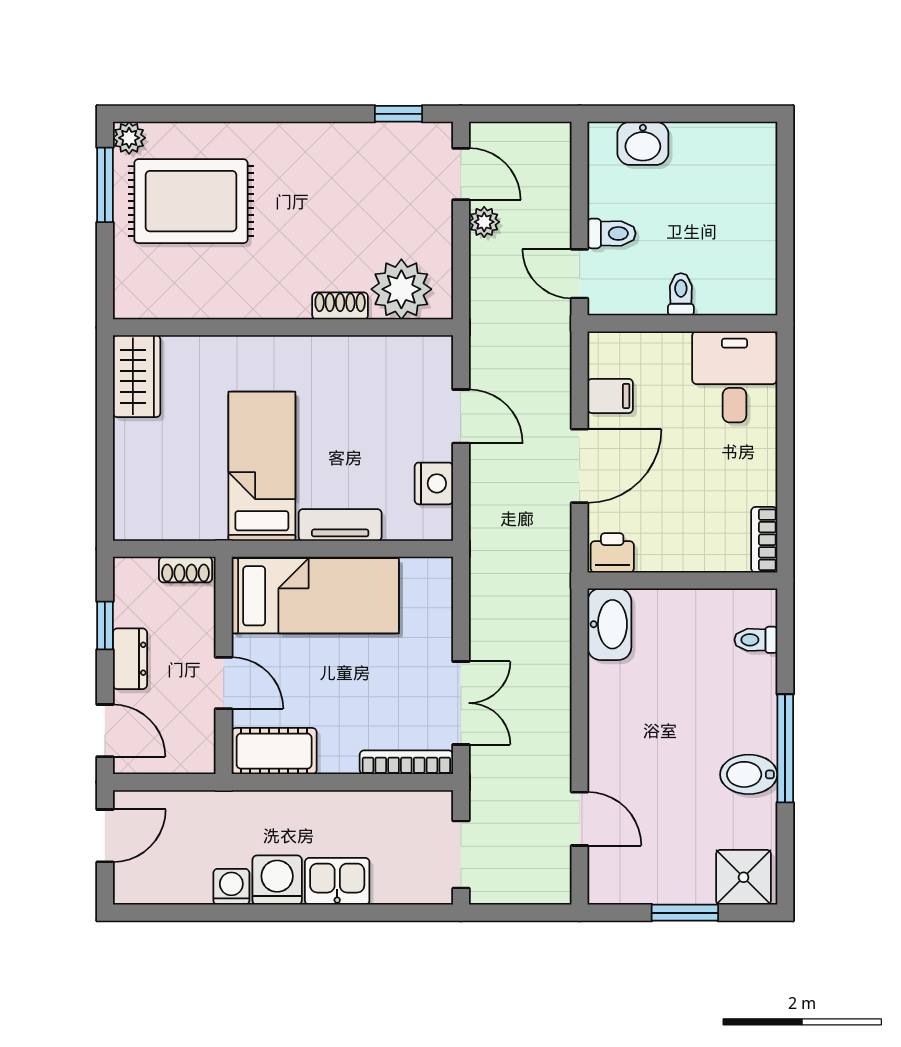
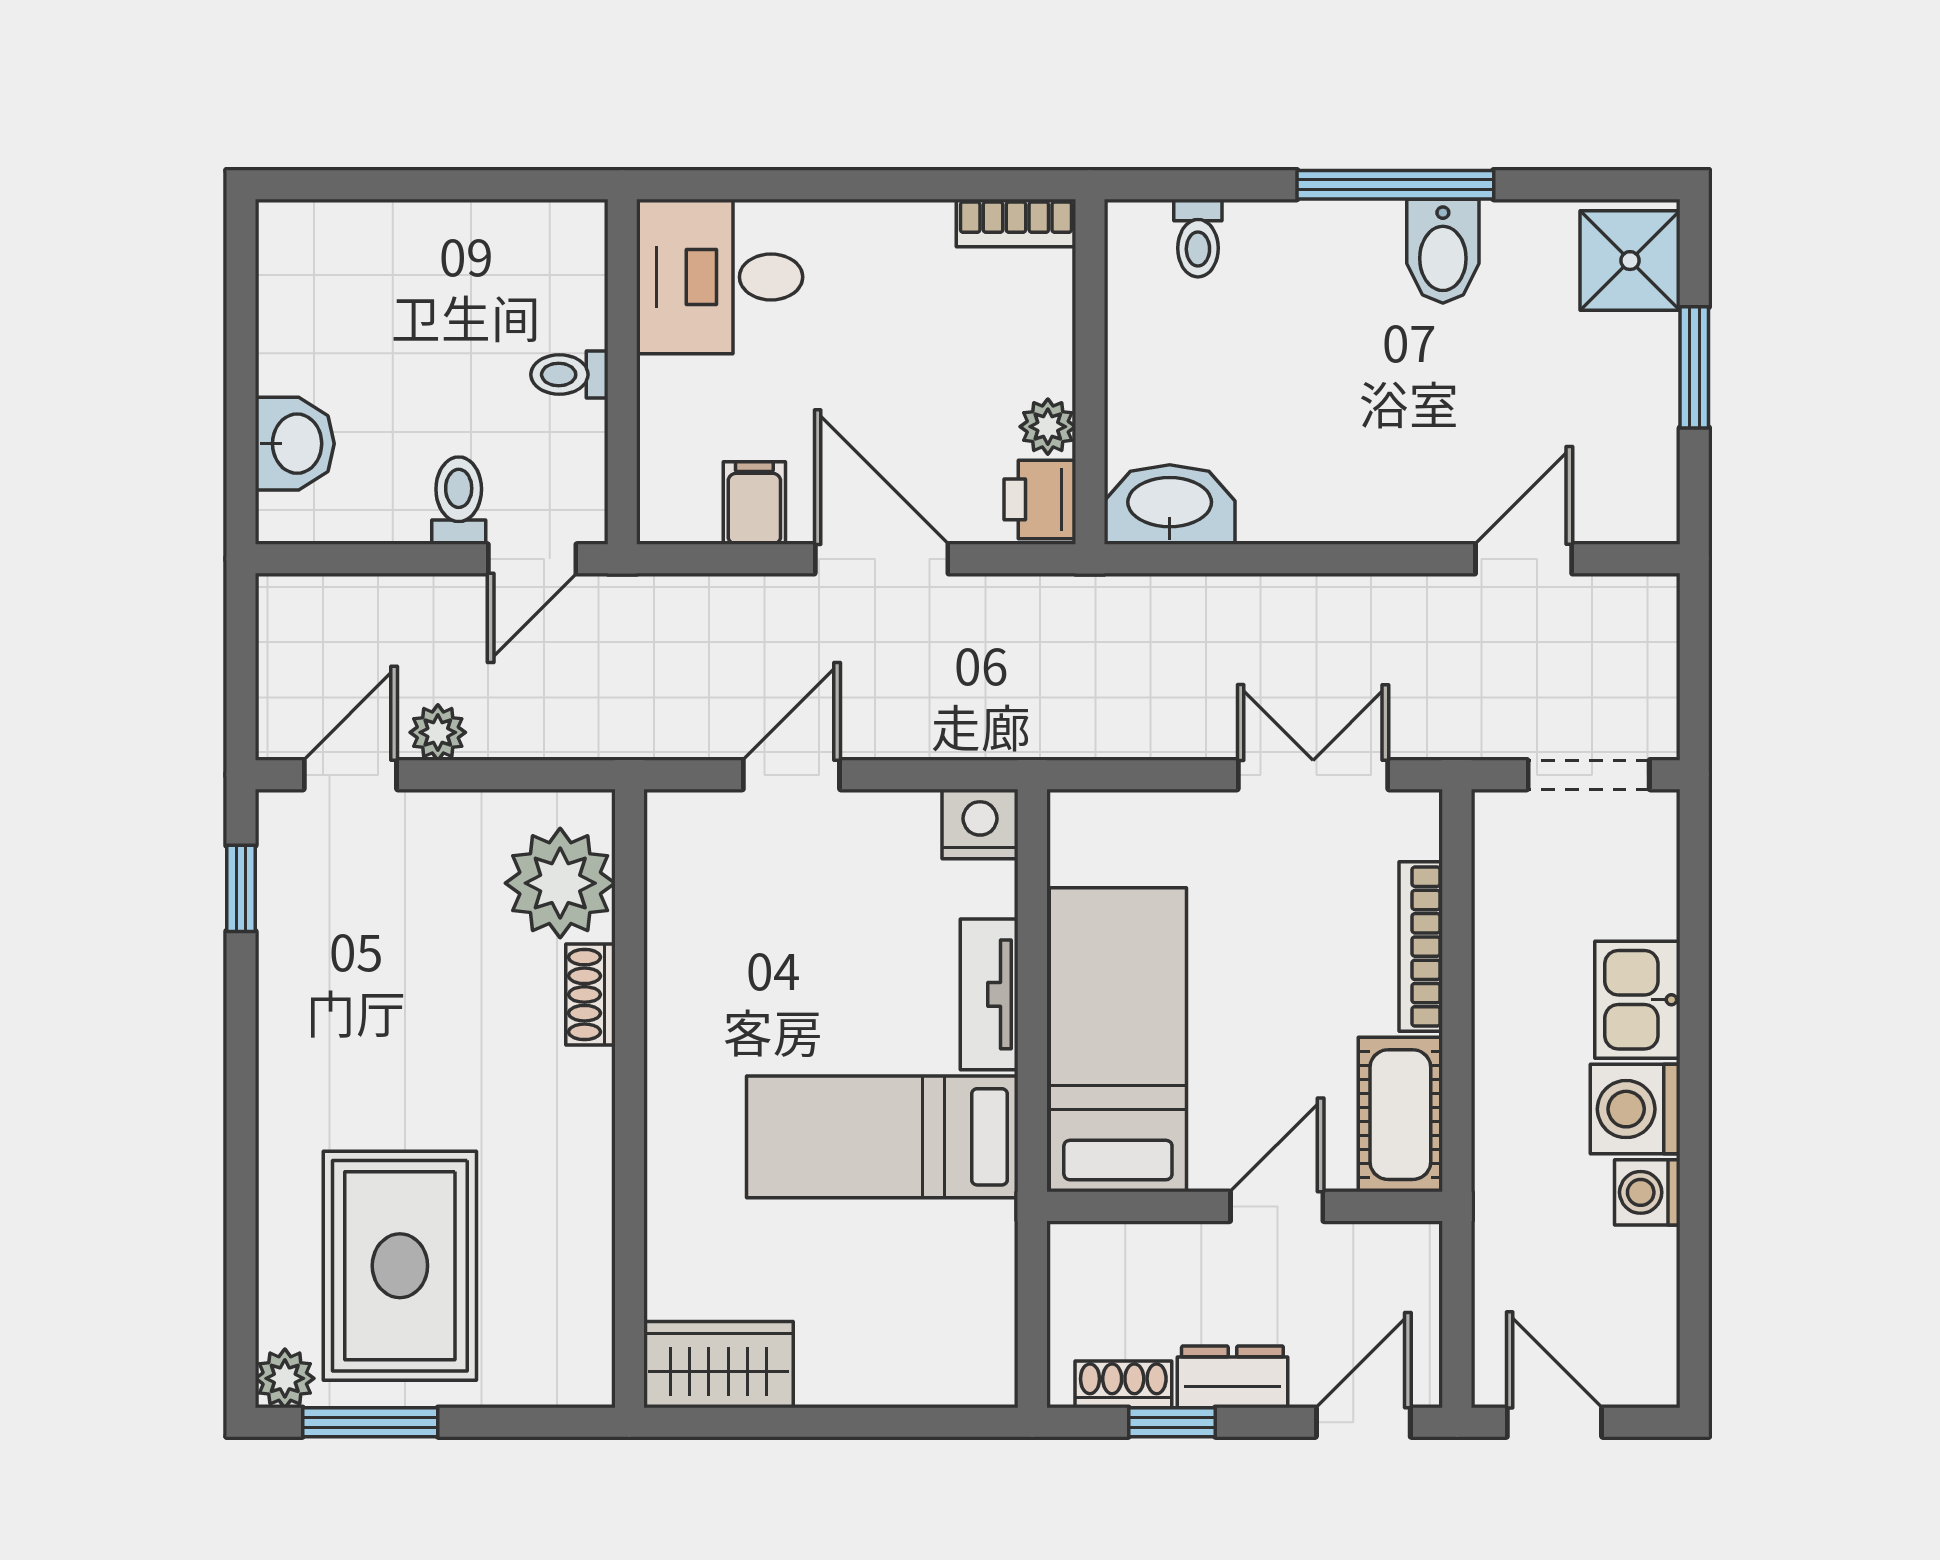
nightstand: (434, 483) -> (980, 824), moved
plant: (652, 557) -> (1048, 427), added
shoe rack: (185, 570) -> (1123, 1384), moved, turned -90
bookcase: (406, 762) -> (1421, 947), moved

